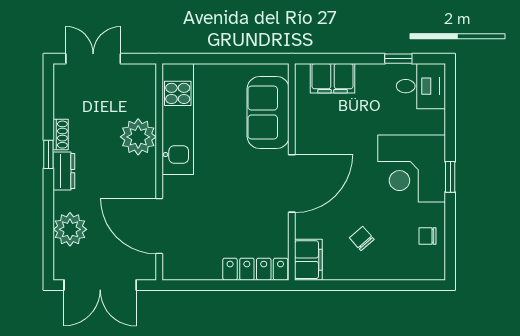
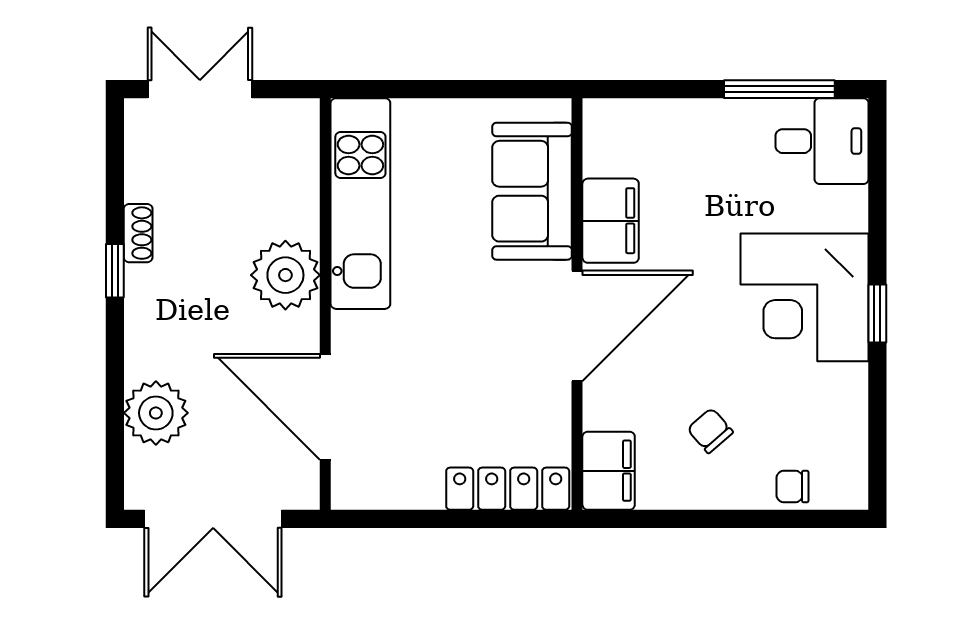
window: (398, 59) -> (779, 89), width x2.17
filing cabinet: (332, 78) -> (611, 221), moved, turned -90
plant: (138, 137) -> (285, 275), moved
dresser: (64, 171) -> (144, 302), removed
chair: (428, 236) -> (792, 487), moved

